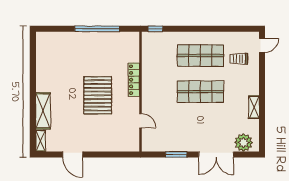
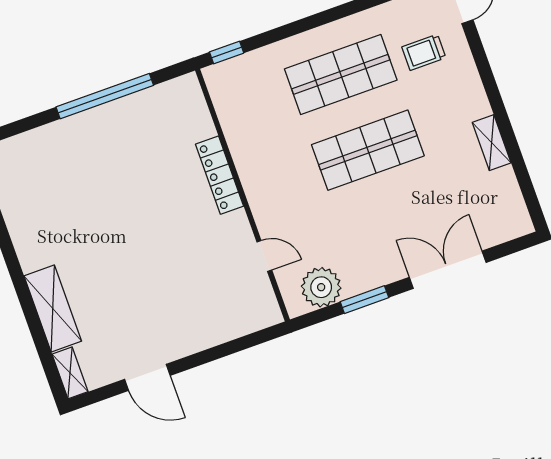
pallet: (98, 95) -> (156, 235), removed
plant: (244, 143) -> (321, 287), moved
double door: (216, 154) -> (448, 270), swing flipped

